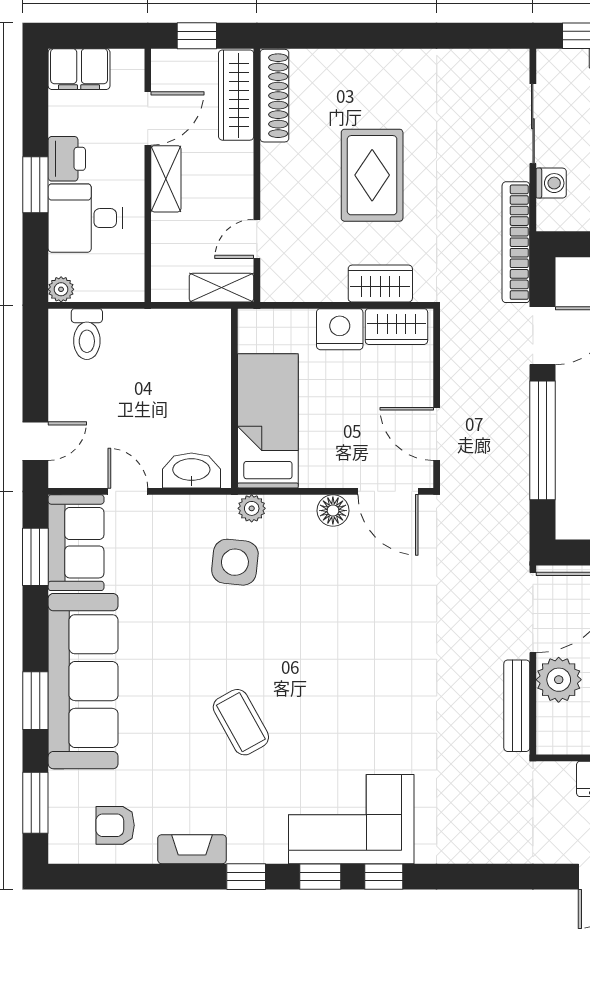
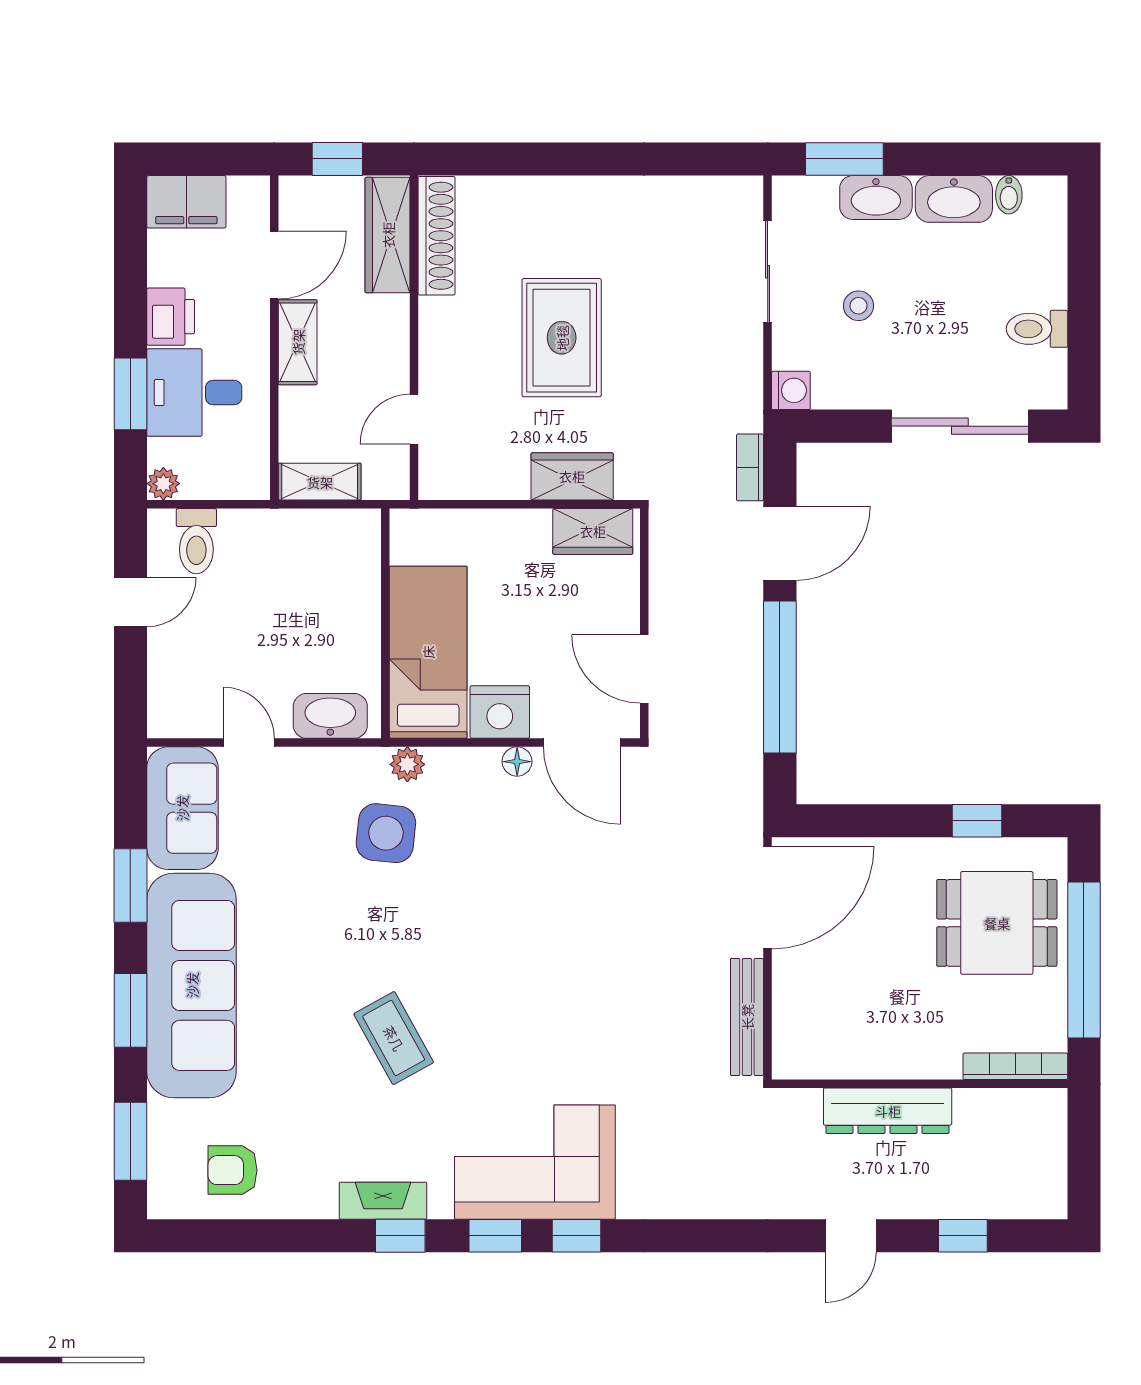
washing machine: (551, 183) -> (791, 390), moved
window: (35, 185) -> (130, 394), moved
bookcase: (516, 242) -> (750, 467), width x0.43, depth x0.76
shelving: (221, 288) -> (320, 482), moved
nightstand: (340, 329) -> (500, 712), moved, turned 180
door: (35, 441) -> (130, 602), moved
floor lamp: (333, 511) -> (517, 762), width x0.73, depth x0.73
window: (35, 557) -> (130, 886), moved
plant: (559, 680) -> (801, 984), removed
fireplace: (192, 849) -> (383, 1201), moved

